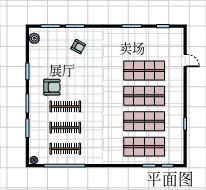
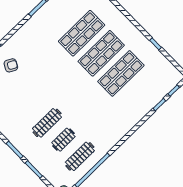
armchair: (52, 87) -> (21, 118), removed
clothes rail: (65, 128) -> (63, 140), width x0.73
shop shelf: (144, 147) -> (141, 94), removed

